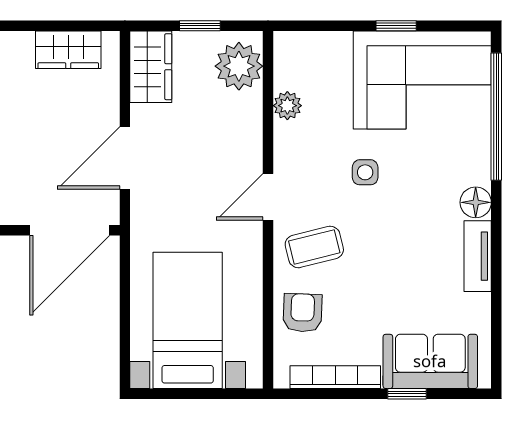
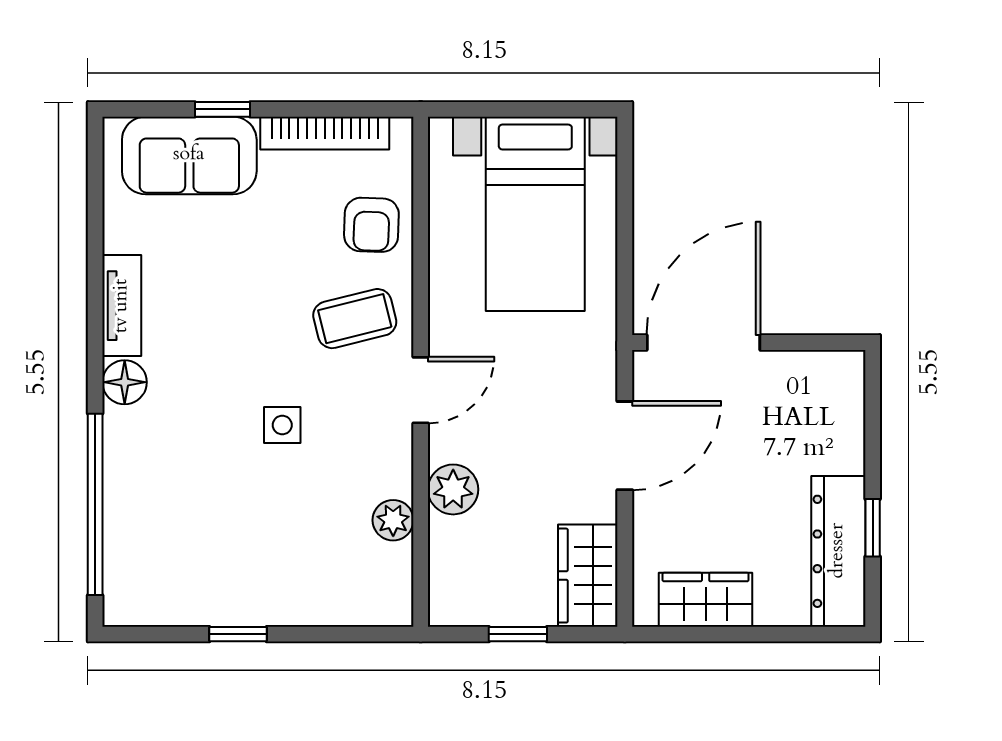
plant: (239, 66) -> (453, 489), moved, width x0.73, depth x0.73
corner sofa: (422, 80) -> (201, 557), removed

